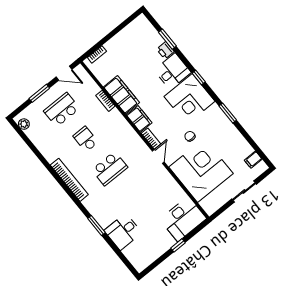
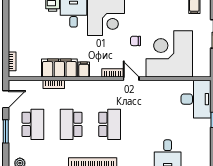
school desk: (62, 110) -> (33, 124), turned 180
filing cabinet: (139, 119) -> (84, 70), width x0.50
school desk: (86, 139) -> (71, 124), width x1.85

